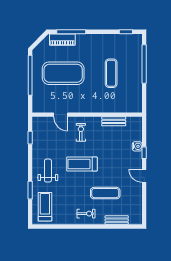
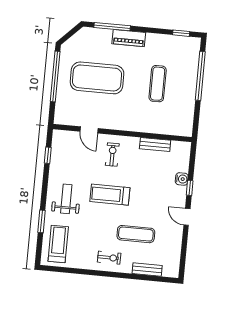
piano: (62, 40) -> (129, 38), moved

